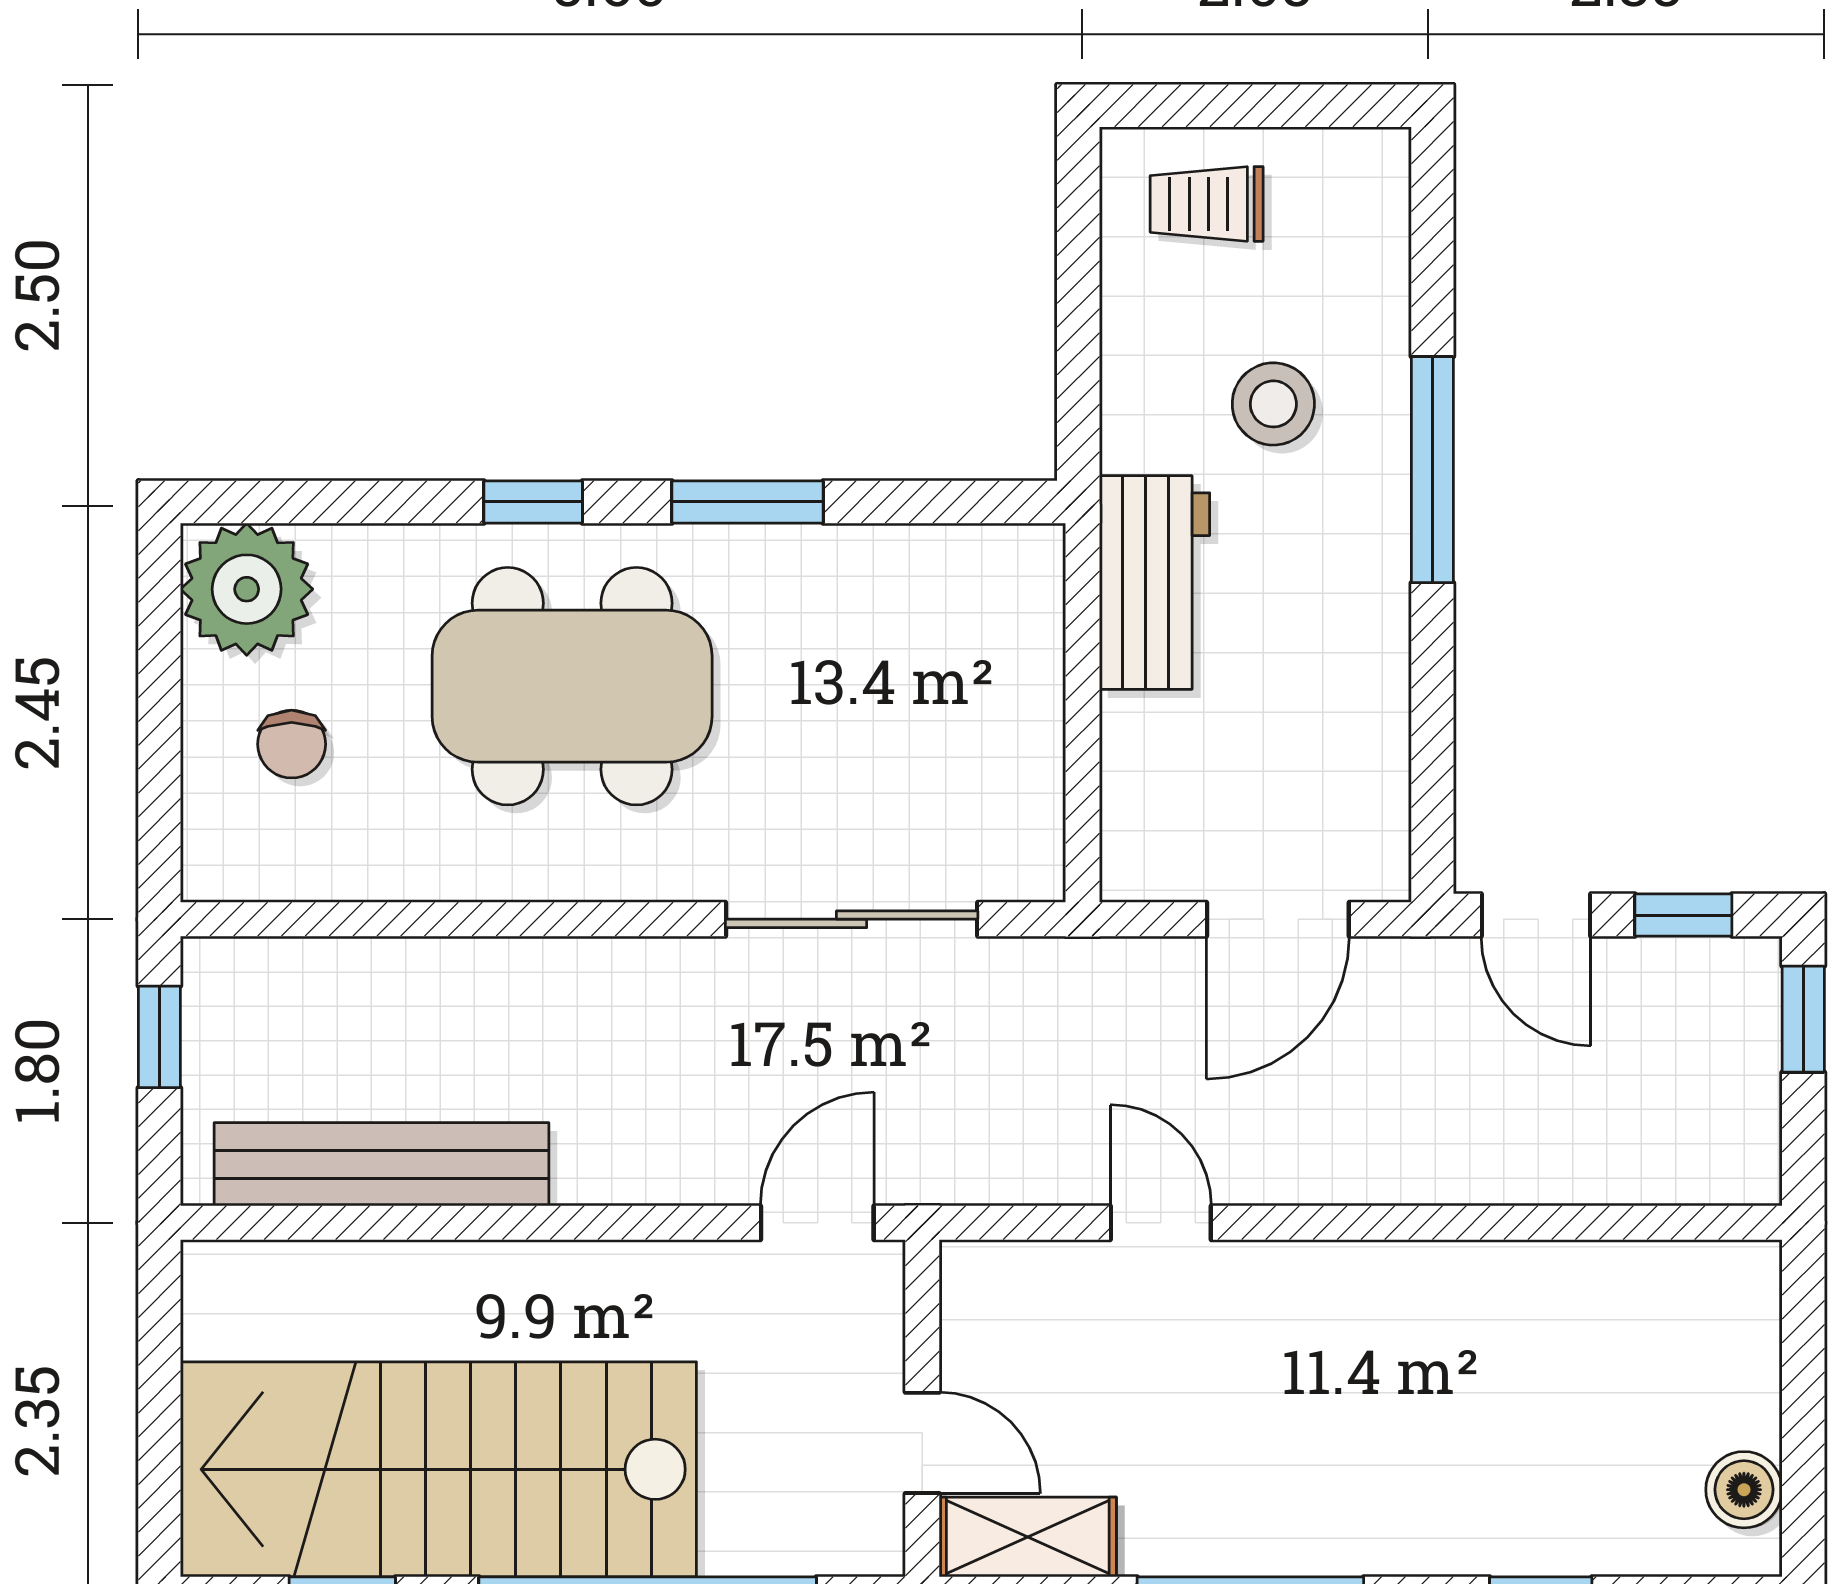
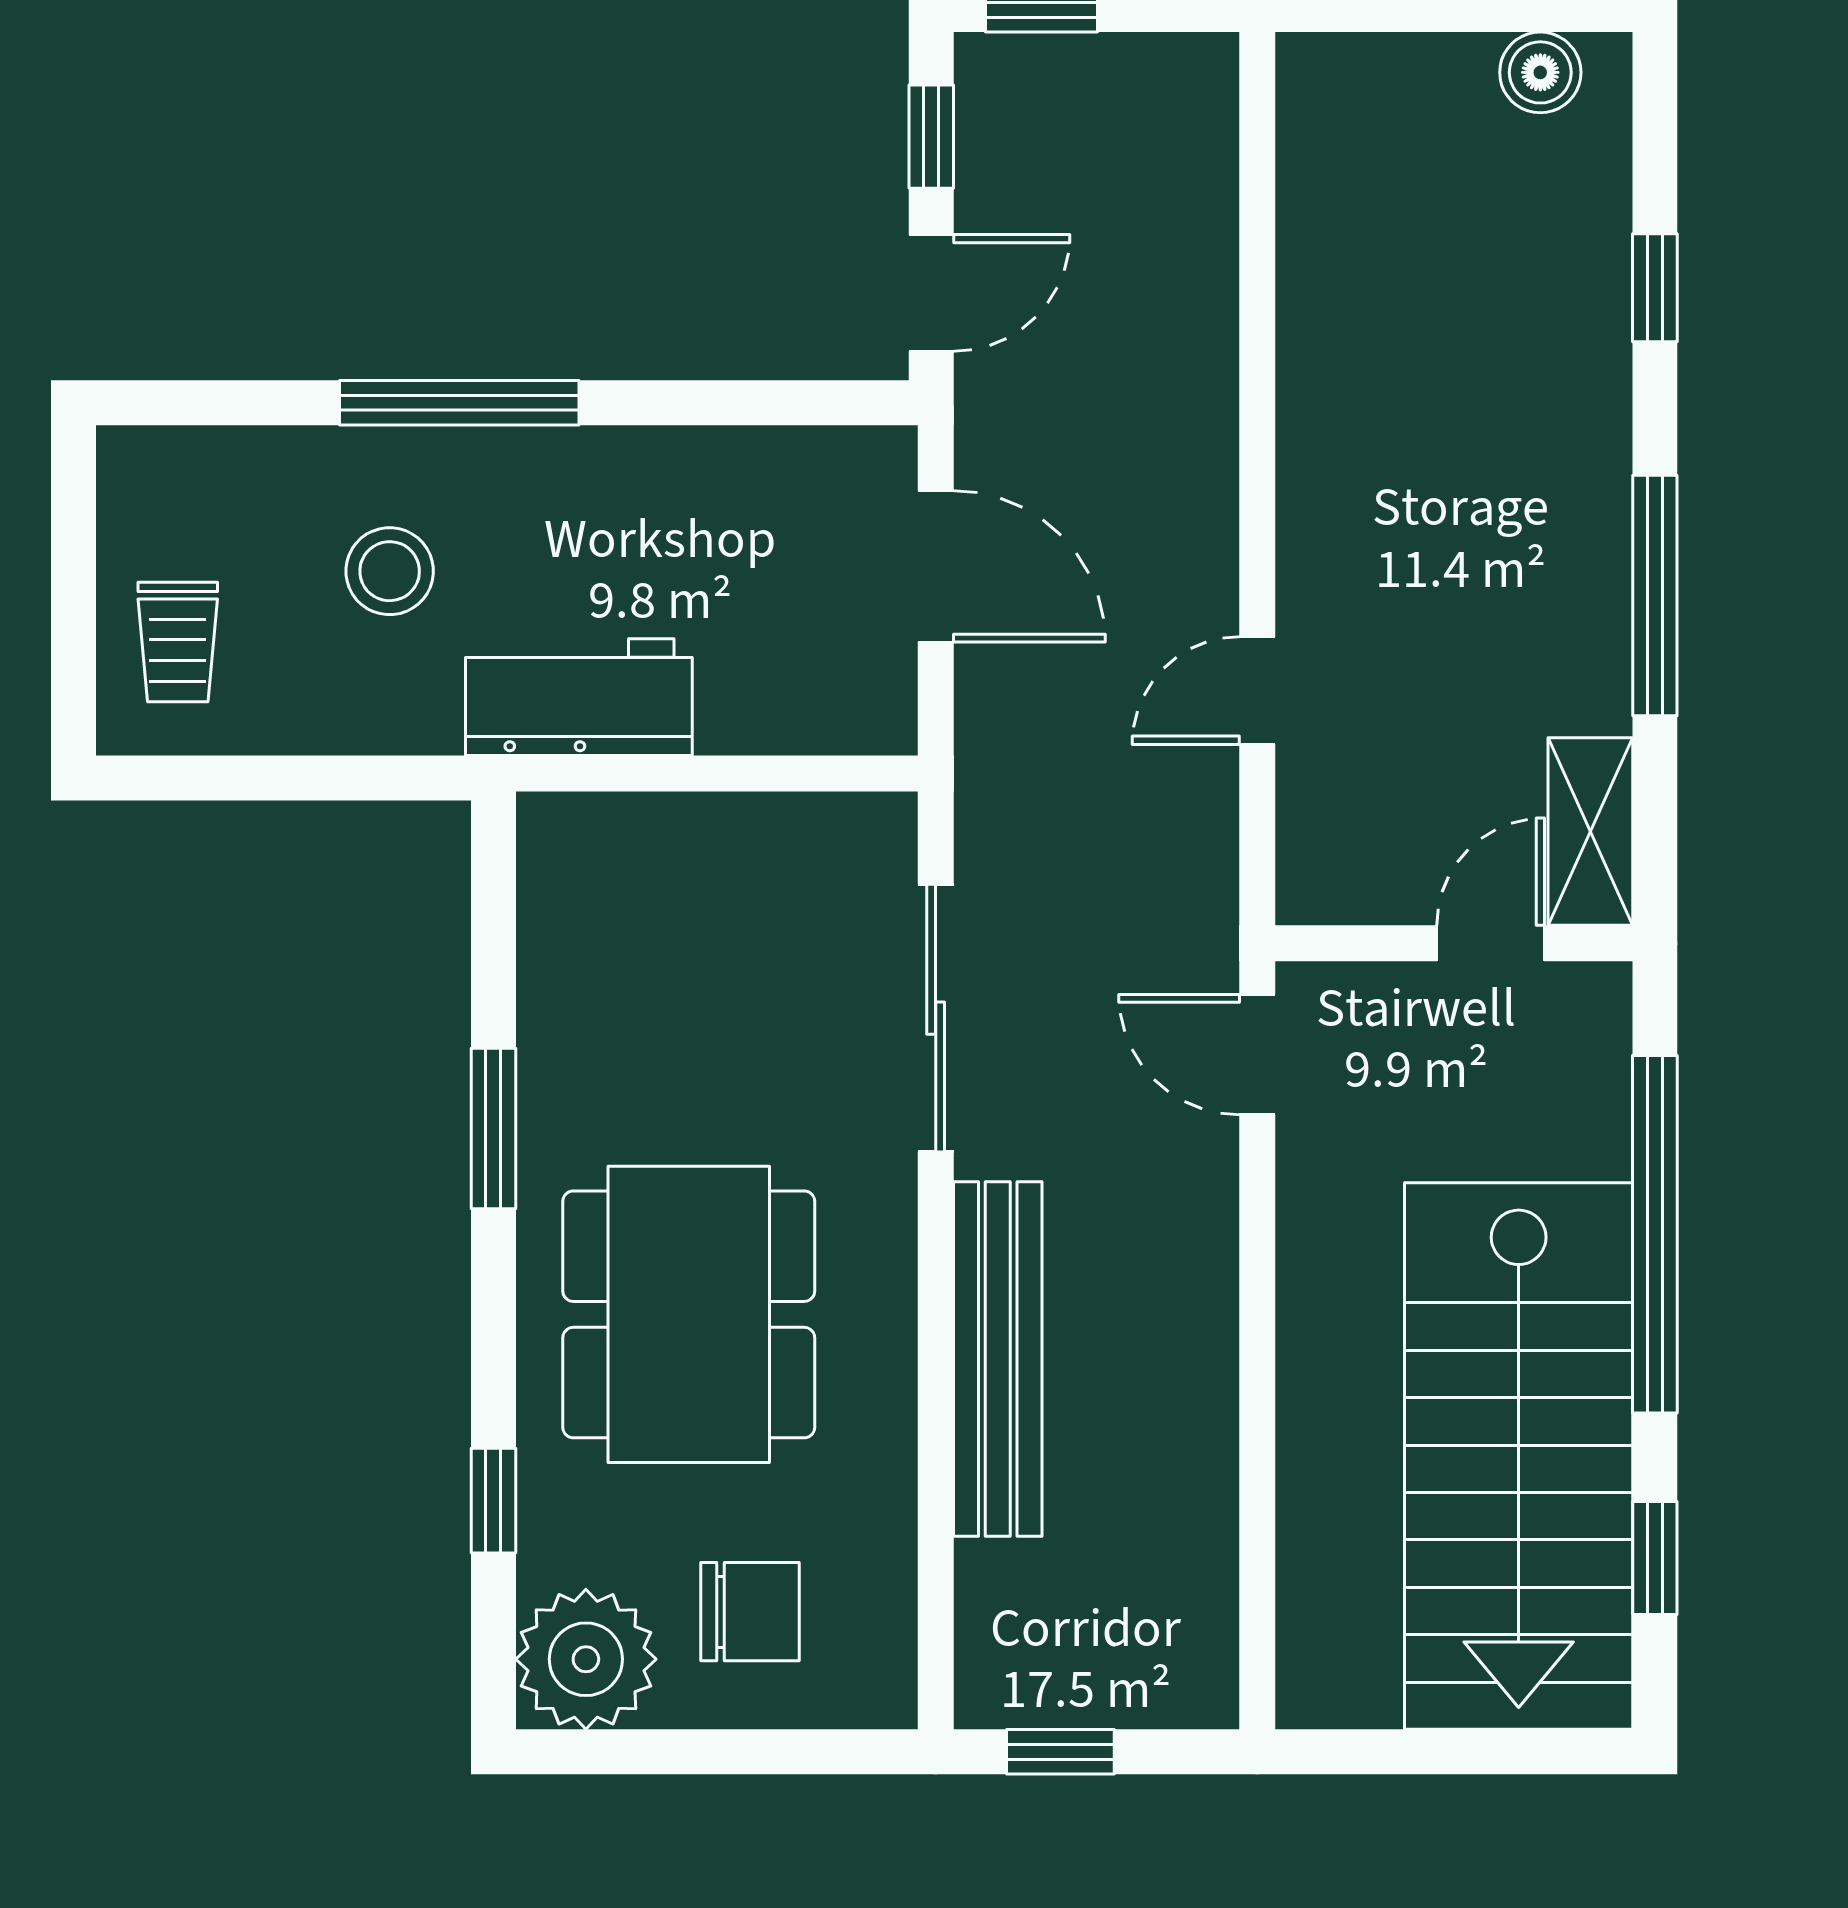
window: (533, 502) -> (493, 1501), moved
chair: (292, 744) -> (750, 1612), width x1.37, depth x1.37
bench: (382, 1164) -> (998, 1359), moved

